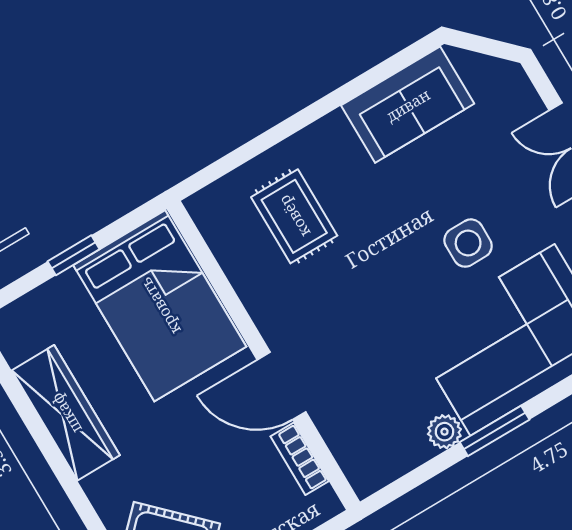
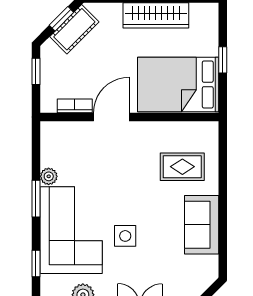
sofa: (408, 105) -> (202, 225), moved

